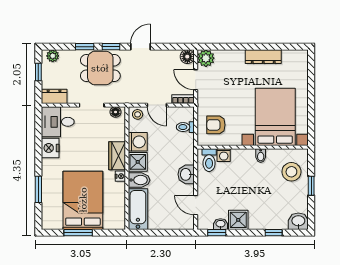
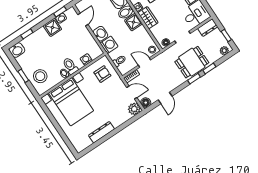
door: (141, 47) -> (165, 98), moved
washing machine: (138, 142) -> (109, 45), moved, turned 180
toilet: (209, 160) -> (70, 66), moved
door: (196, 205) -> (83, 20), hinge flipped

